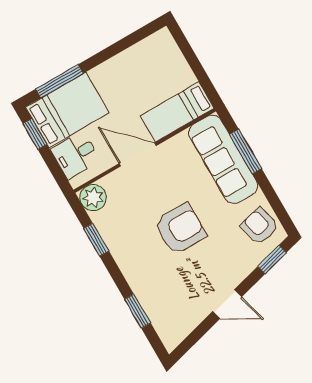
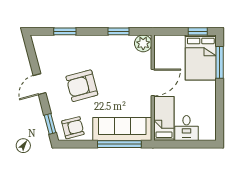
window: (246, 151) -> (119, 144), width x1.46
desk: (76, 155) -> (186, 128), moved, turned 180
armchair: (180, 229) -> (82, 86), moved, turned 75

